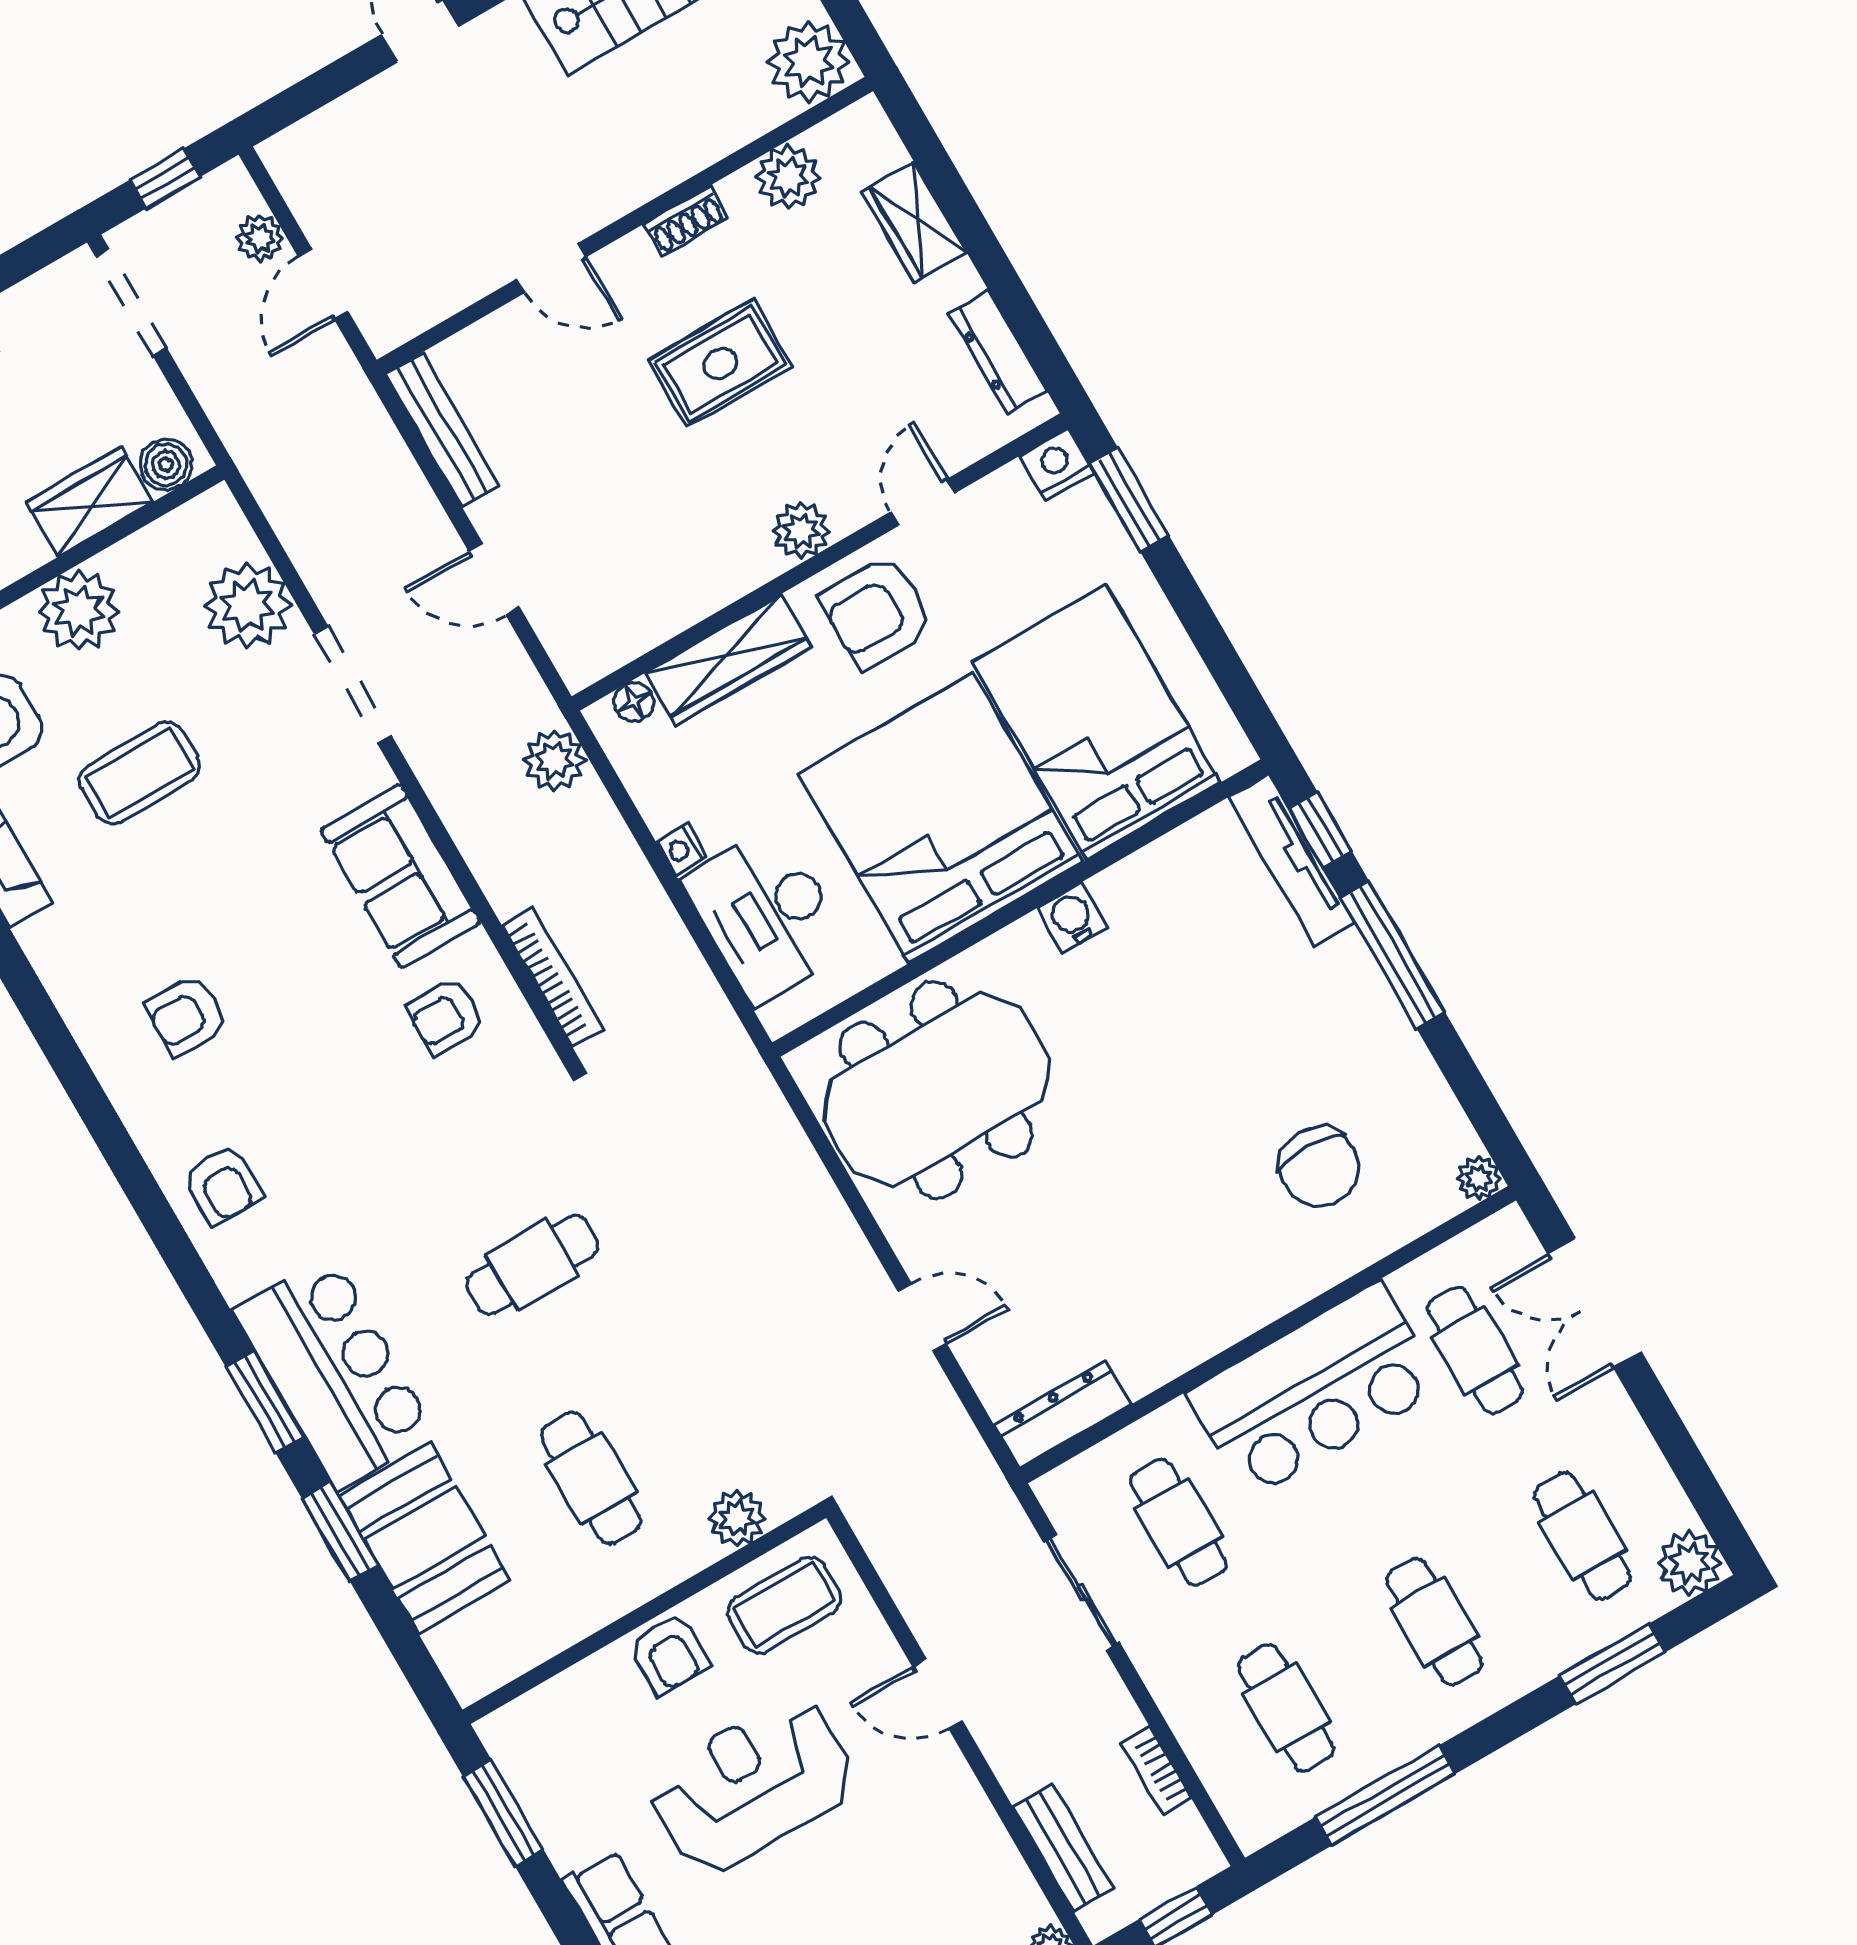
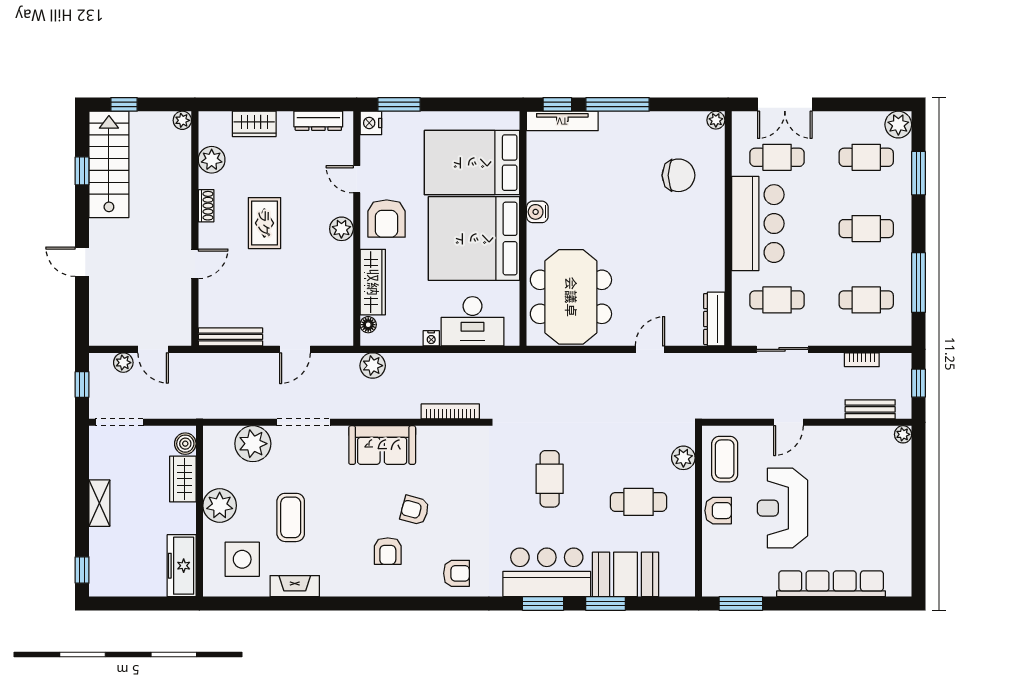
plant: (809, 62) -> (182, 120), width x0.53, depth x0.53
armchair: (446, 1017) -> (415, 510), moved, turned 105

